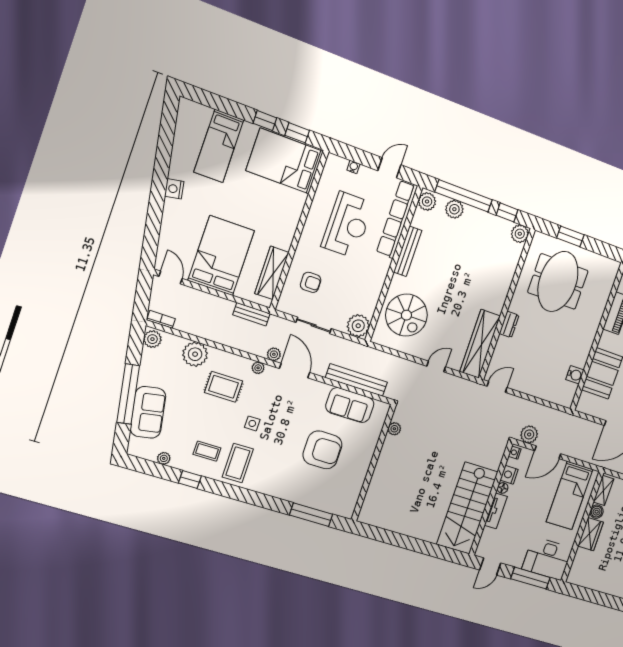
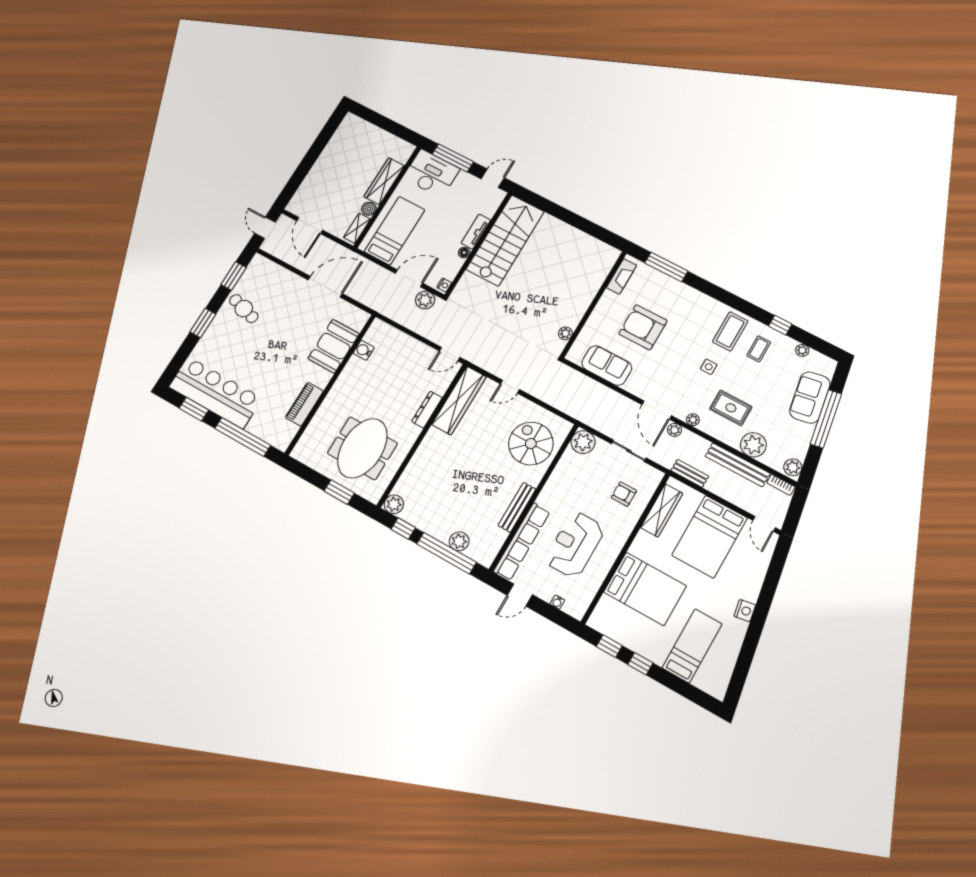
bed: (285, 161) -> (645, 589), moved
plant: (427, 202) -> (487, 554), removed
dresser: (509, 324) -> (427, 410), width x1.44
bench: (356, 380) -> (737, 465), moved
coffee table: (207, 451) -> (759, 349), turned 90
nightstand: (509, 475) -> (455, 264), removed
fireplace: (352, 496) -> (622, 276), added
wardrobe: (591, 534) -> (384, 181), width x1.50

